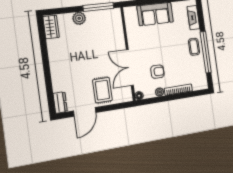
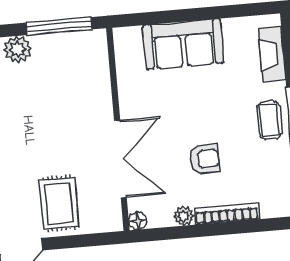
double door: (130, 68) -> (120, 159), swing flipped
armchair: (157, 72) -> (204, 159), moved

